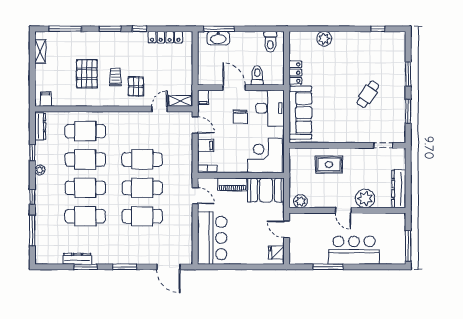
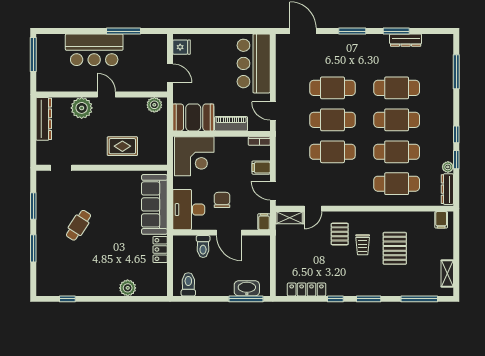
plant: (40, 170) -> (448, 167), moved
window: (32, 197) -> (456, 134), moved

